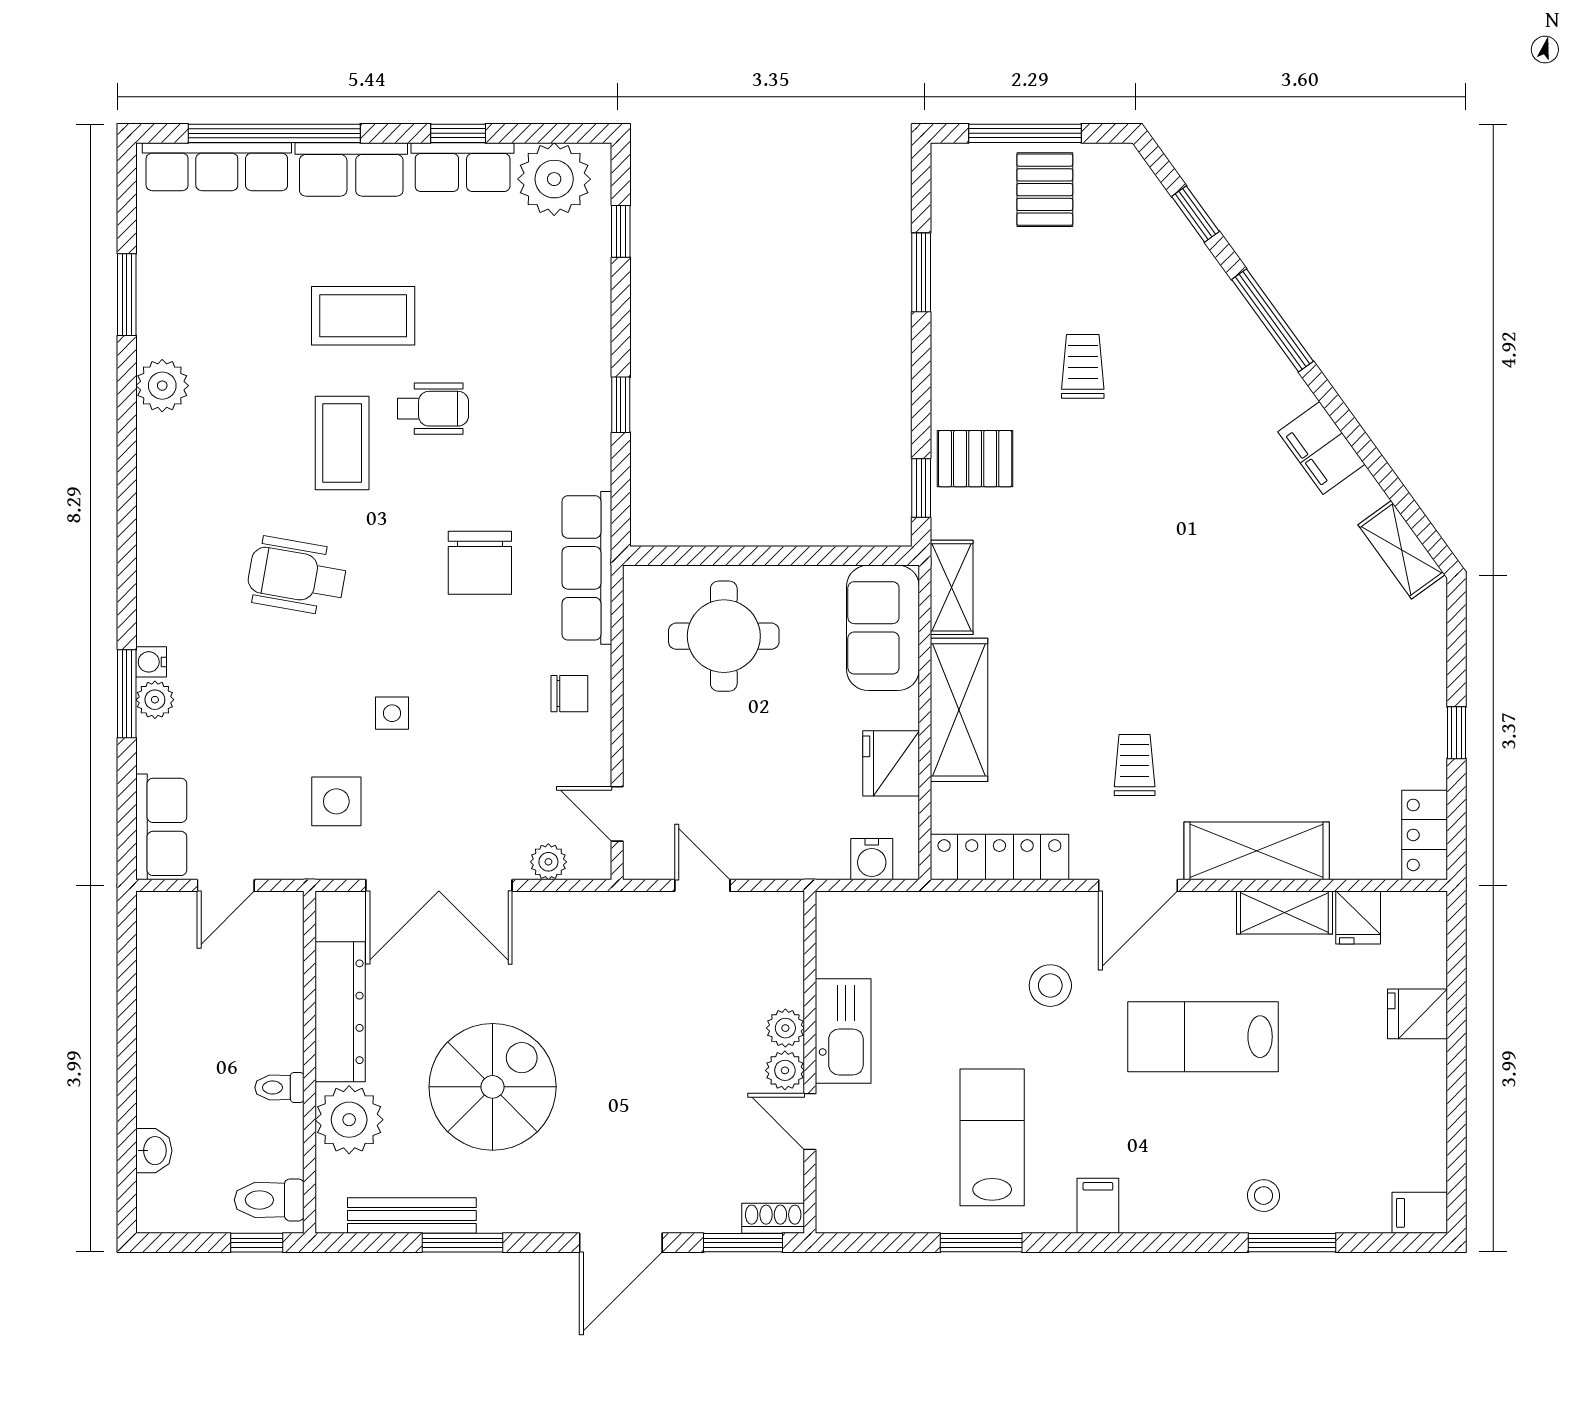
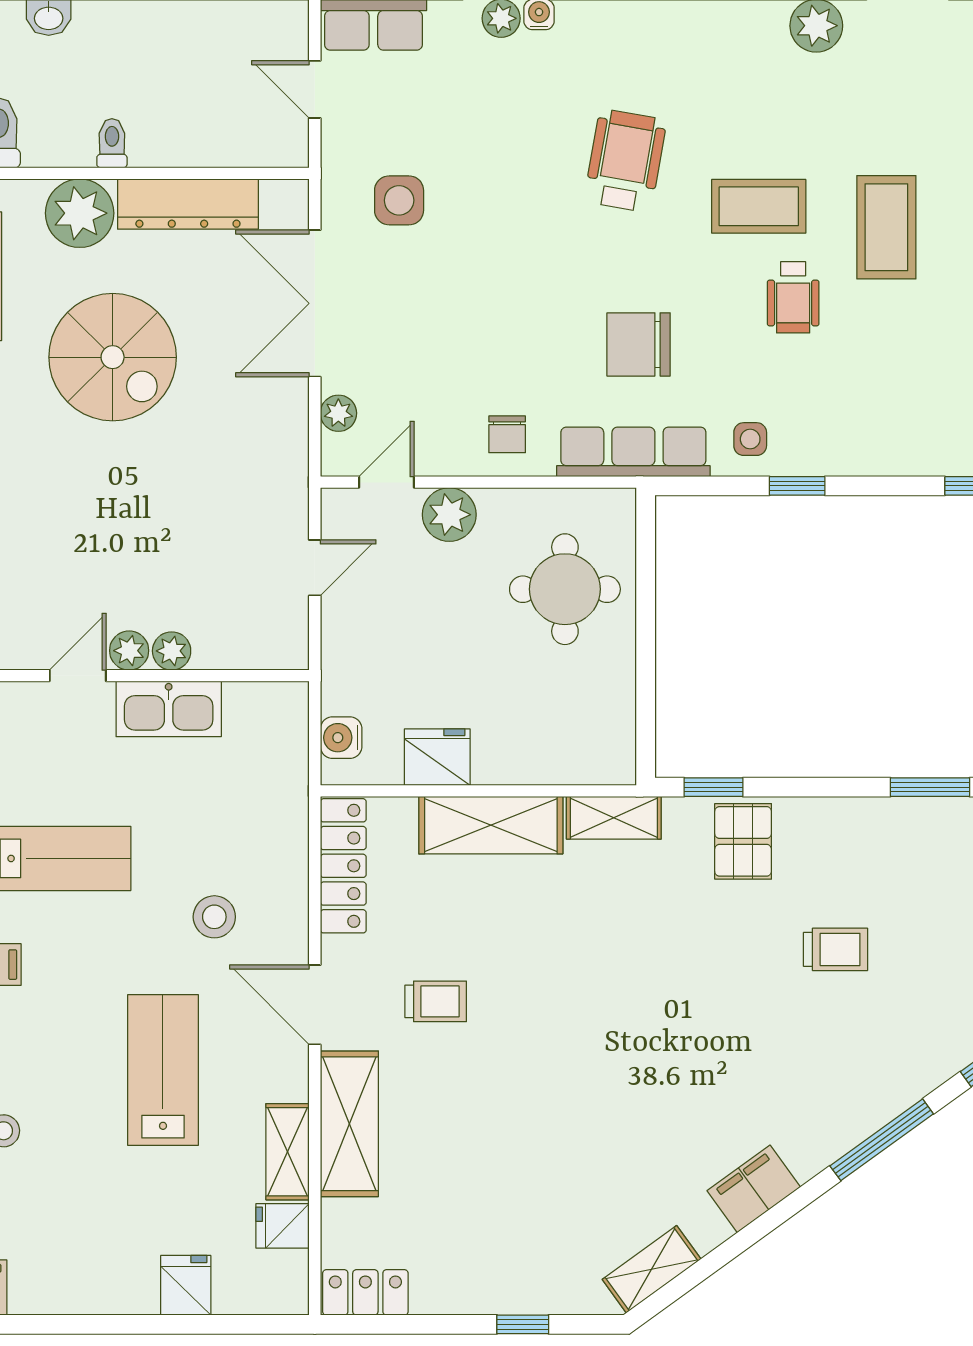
sofa: (883, 628) -> (573, 749), removed
side table: (392, 713) -> (750, 439), moved
window: (1456, 733) -> (523, 1324), moved
plant: (649, 751) -> (449, 515), added

